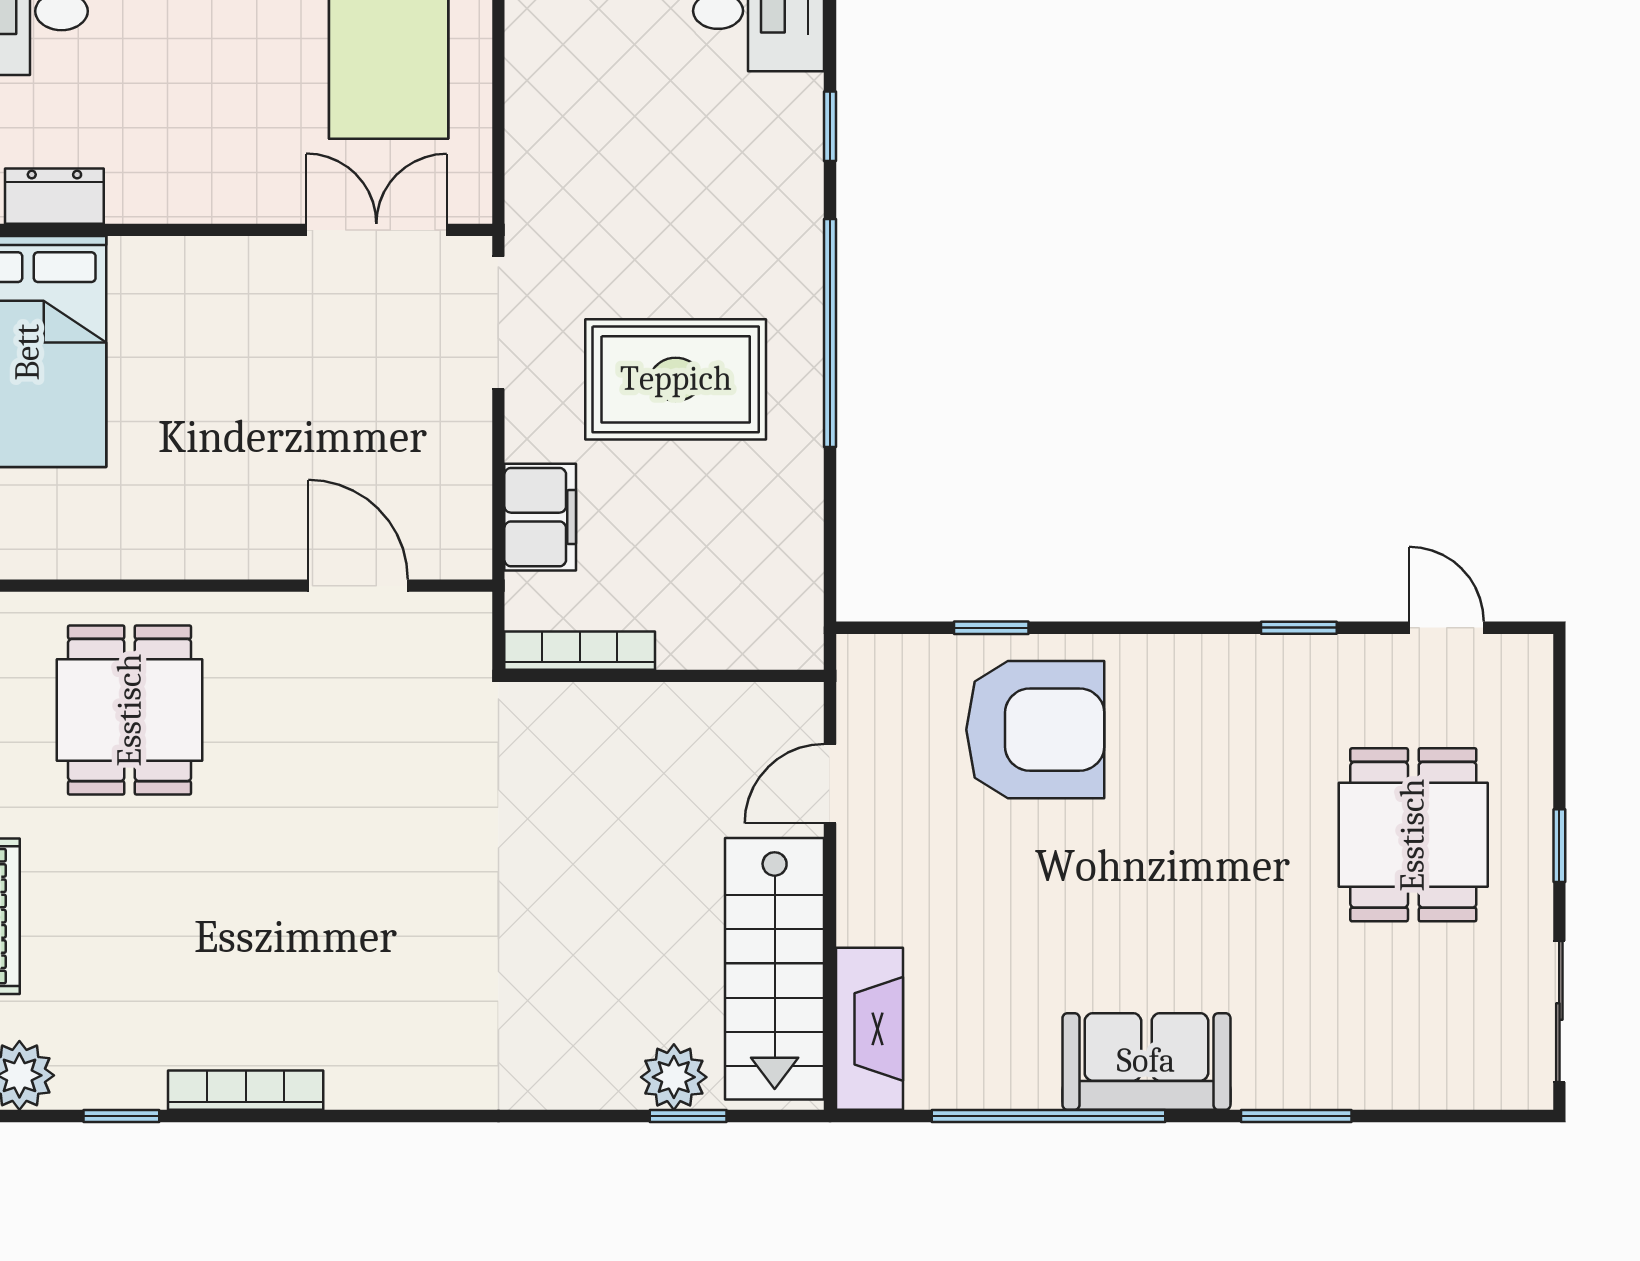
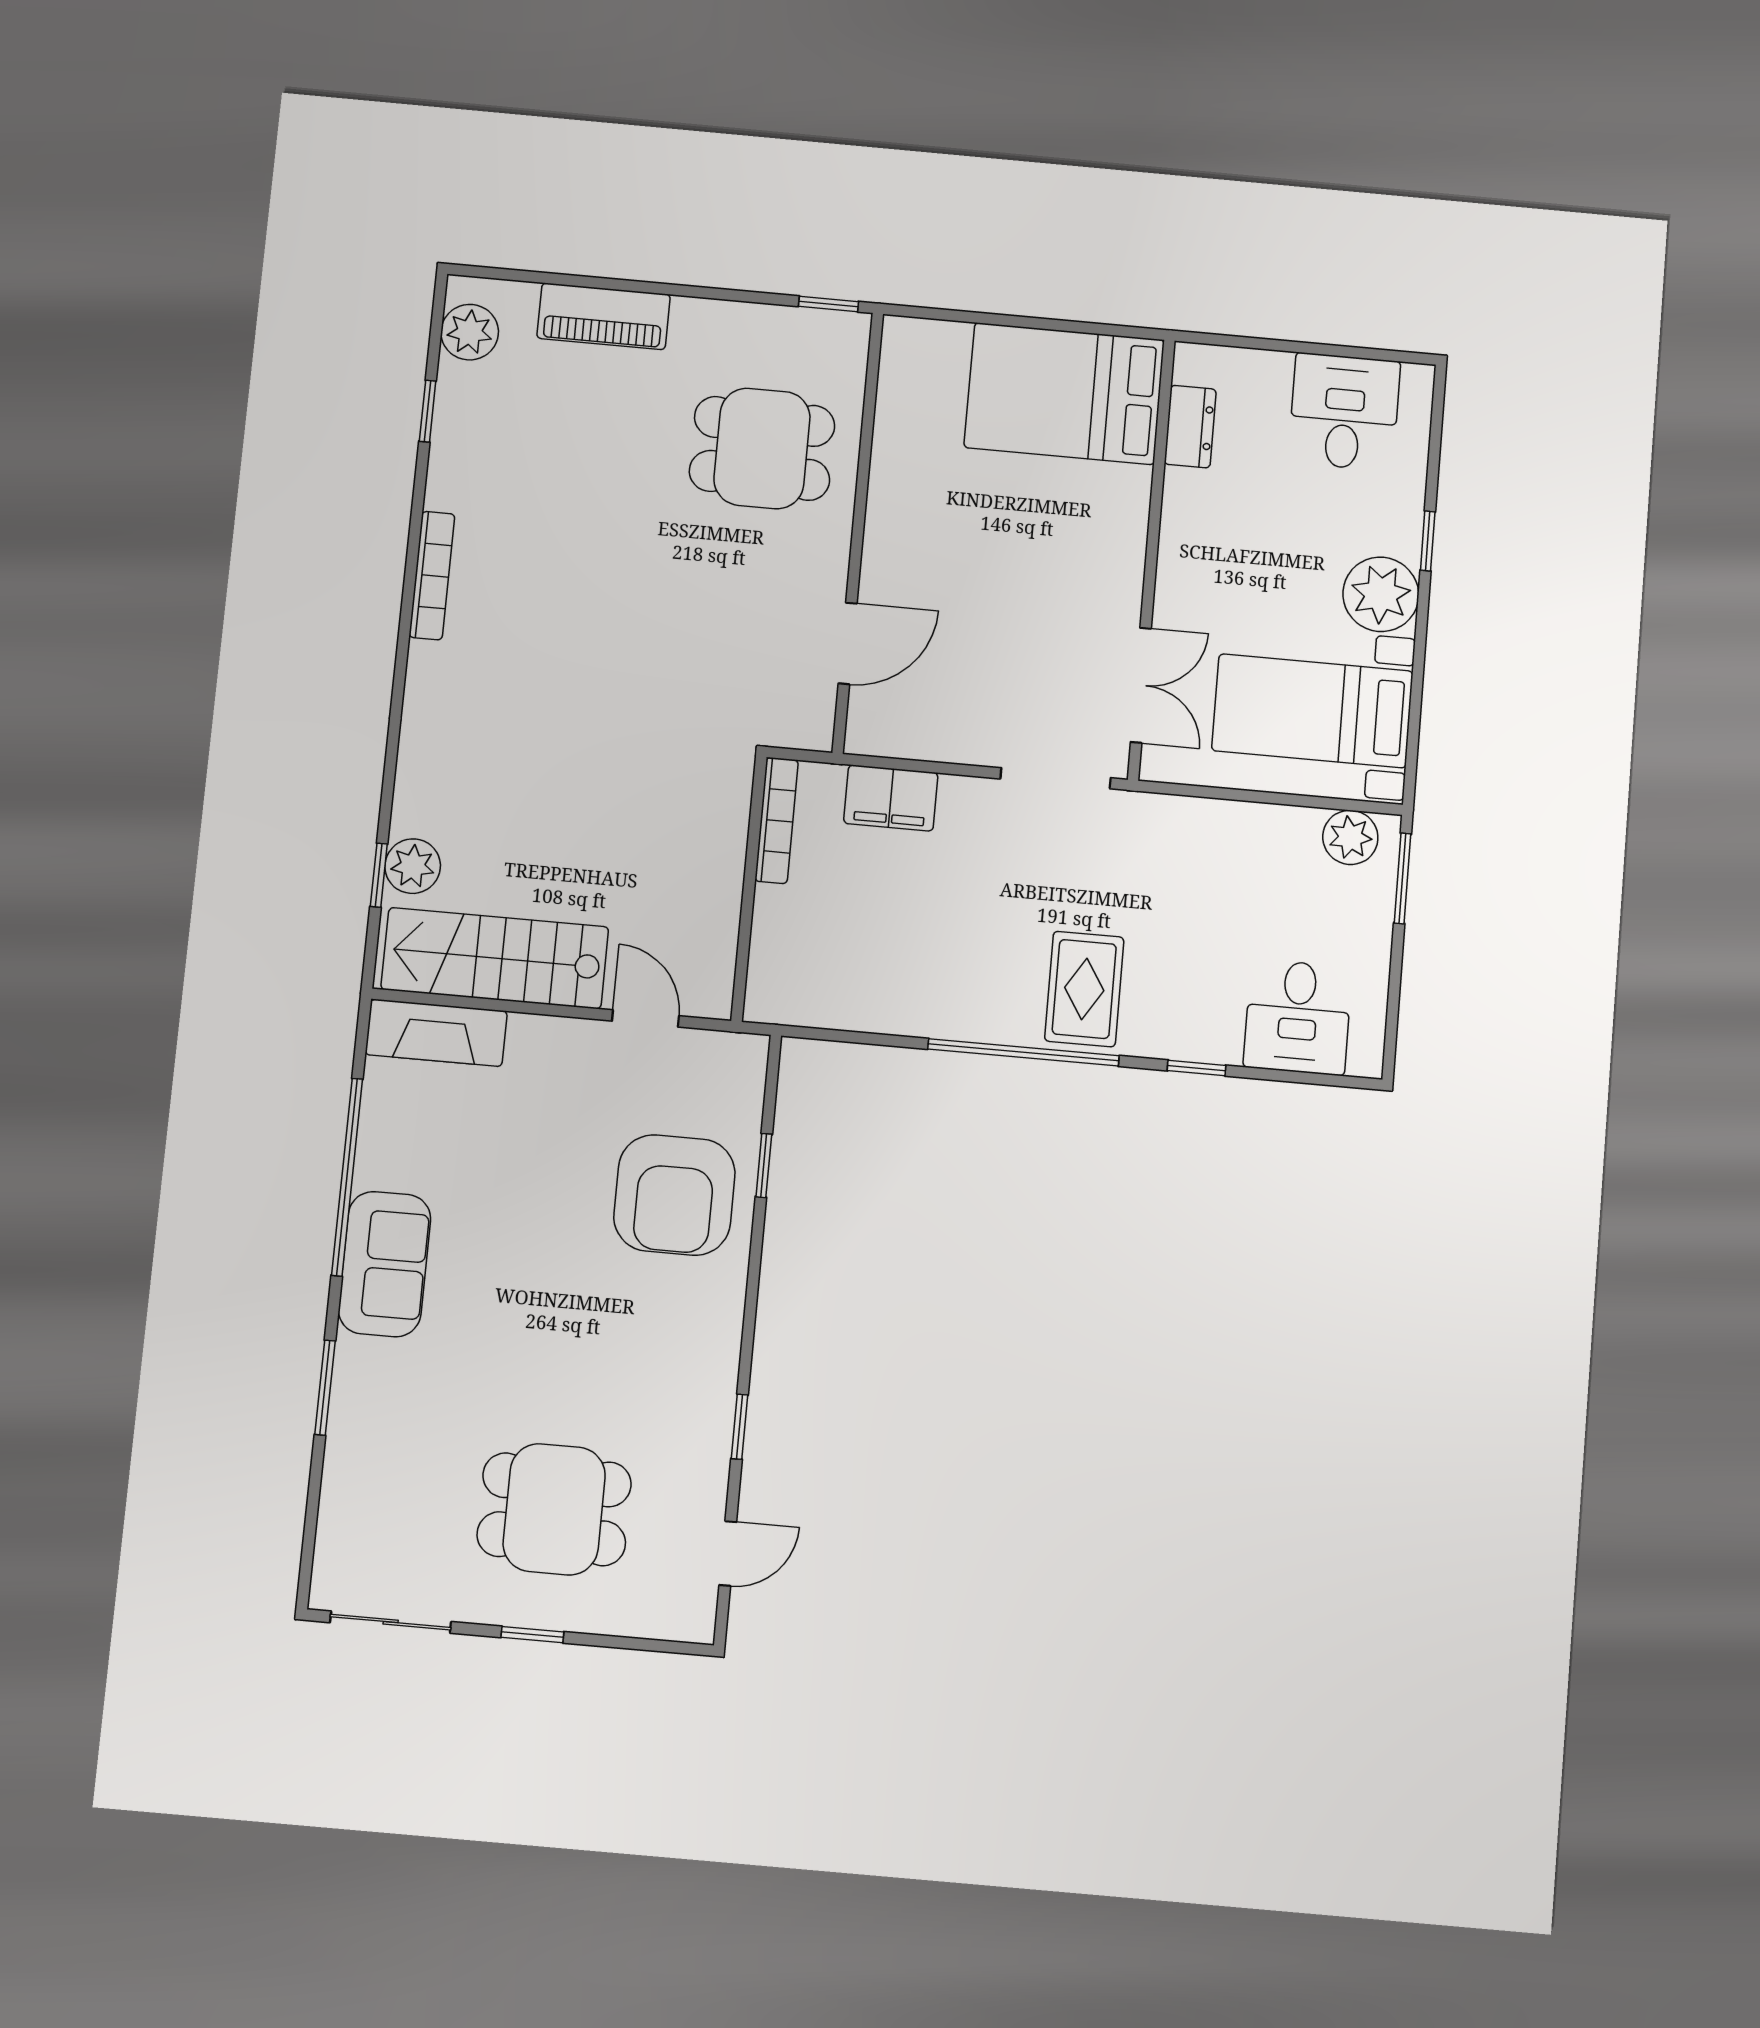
rug: (676, 379) -> (1084, 989), moved, width x0.73, depth x0.70
bookcase: (246, 1090) -> (432, 576), moved

